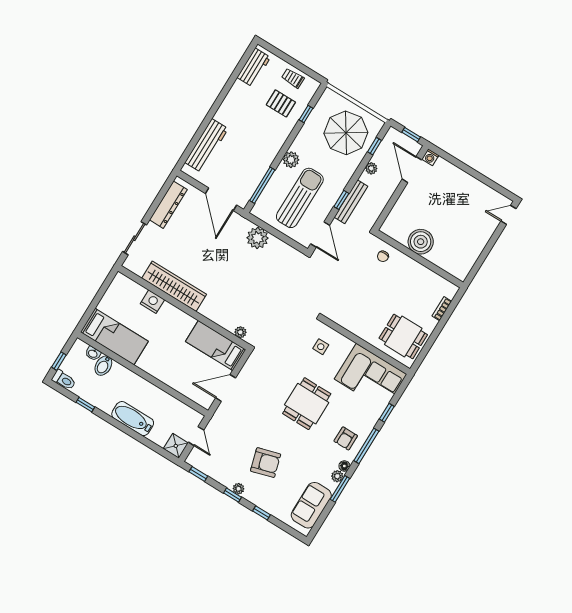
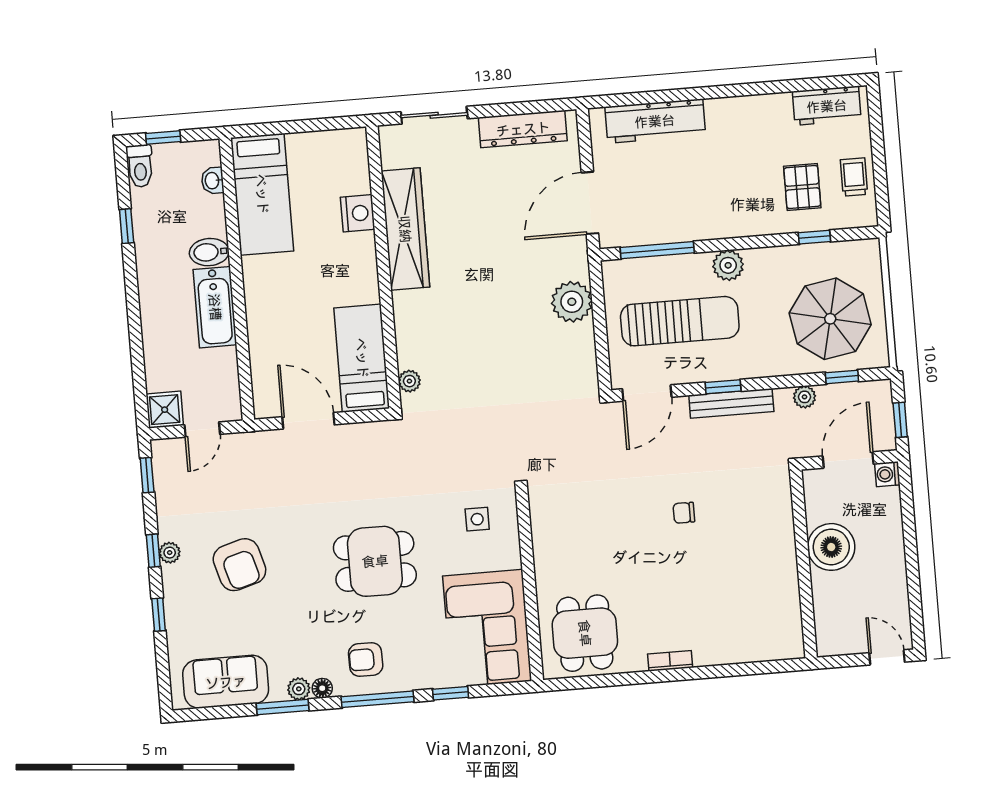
boiler: (421, 242) -> (831, 547), moved
wall: (419, 259) -> (803, 564), moved
bidet: (103, 366) -> (209, 252), moved
bathtub: (133, 419) -> (215, 307), moved, turned 180

